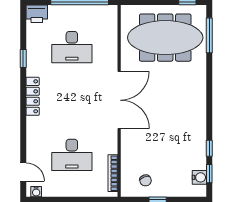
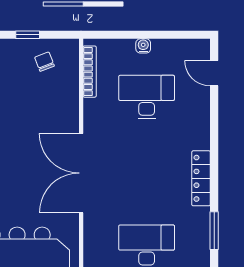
window: (23, 59) -> (214, 231), width x1.50
water cooler: (36, 192) -> (143, 46), moved

